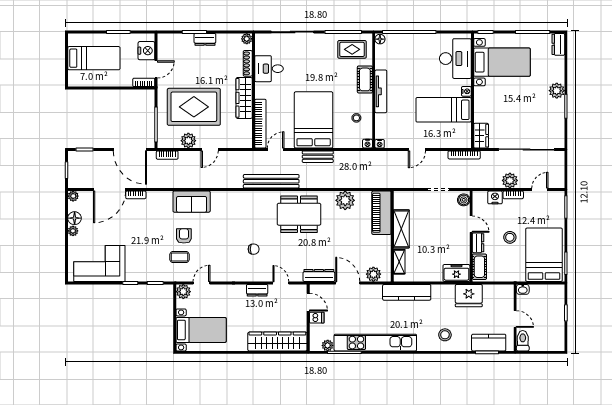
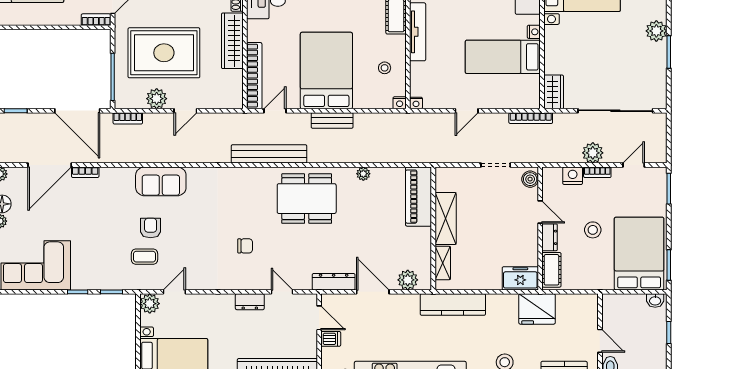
plant: (345, 200) -> (363, 174), width x0.53, depth x0.53
washbasin: (523, 289) -> (655, 301), moved

